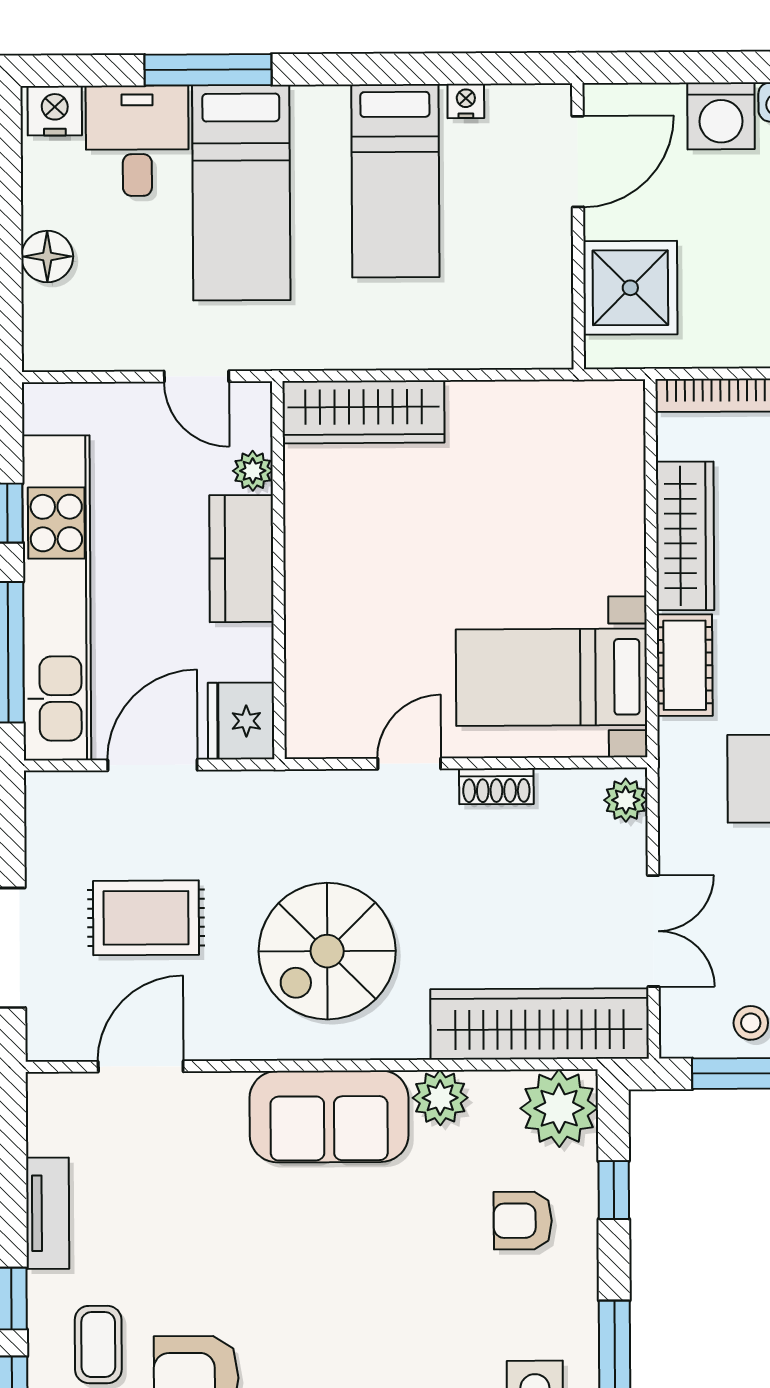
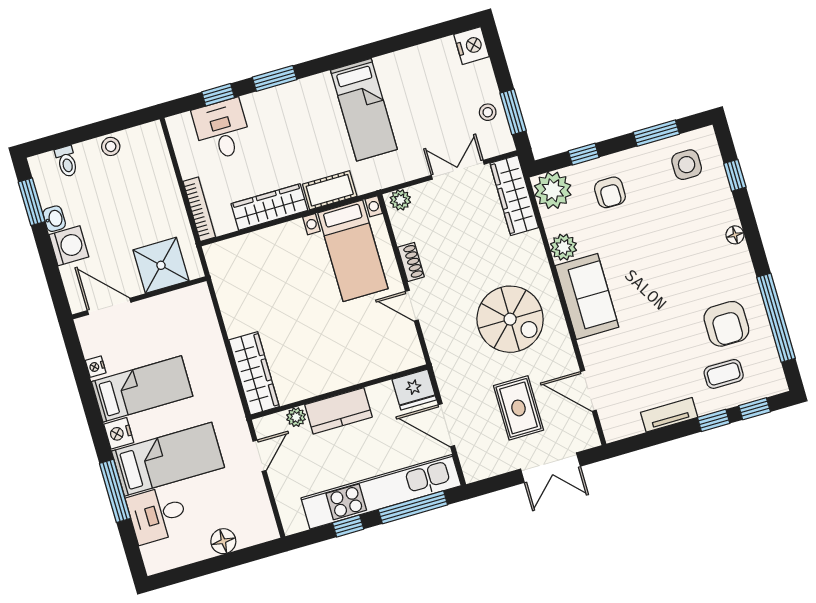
nightstand: (55, 111) -> (119, 433), moved
wardrobe: (540, 1024) -> (514, 195), width x0.71, depth x0.85

